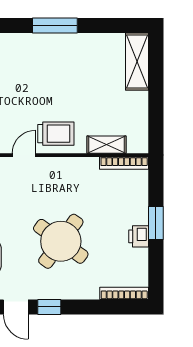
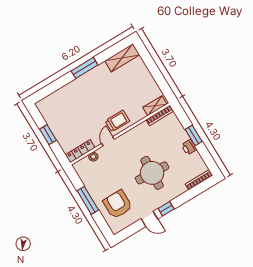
shelving: (137, 62) -> (122, 58), moved, turned 90
shelving: (106, 145) -> (155, 106), moved
round table: (61, 241) -> (152, 173), turned -33

